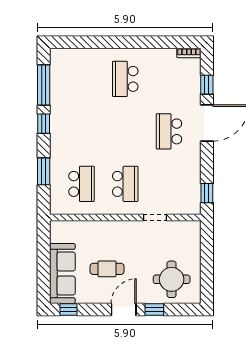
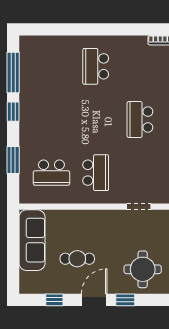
school desk: (82, 184) -> (51, 173), turned 90
doorway: (155, 217) -> (139, 207), moved
sofa: (62, 274) -> (32, 240), moved
window: (69, 310) -> (54, 300), moved

